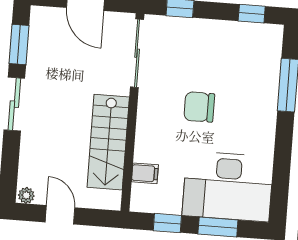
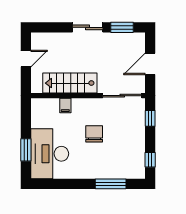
filing cabinet: (145, 173) -> (65, 105), moved
plant: (26, 195) -> (36, 38), removed
window: (167, 223) -> (26, 121), removed

